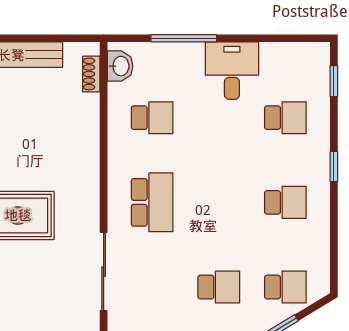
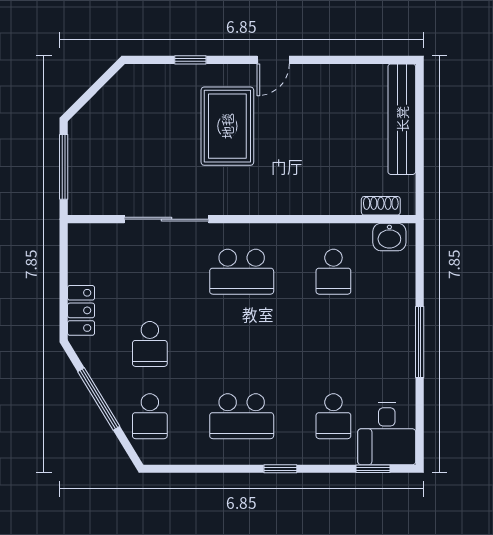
window: (184, 38) -> (420, 342), moved
desk: (232, 71) -> (387, 434), moved, turned 90
school desk: (285, 202) -> (242, 416), width x1.85

